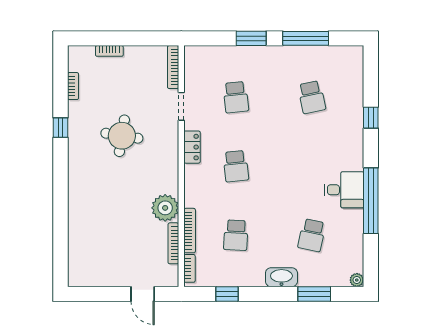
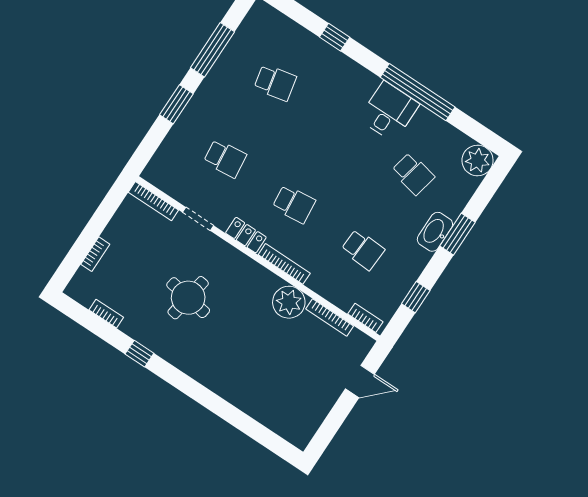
bookcase: (190, 231) -> (284, 264), moved
plant: (357, 280) -> (478, 160), width x1.88, depth x1.88
window: (314, 294) -> (457, 234), moved

